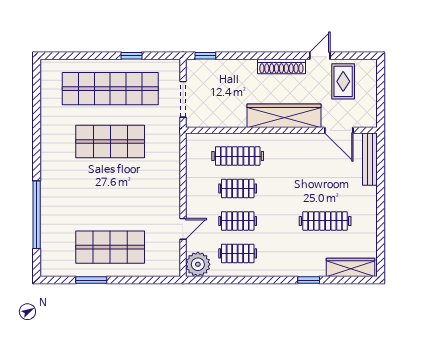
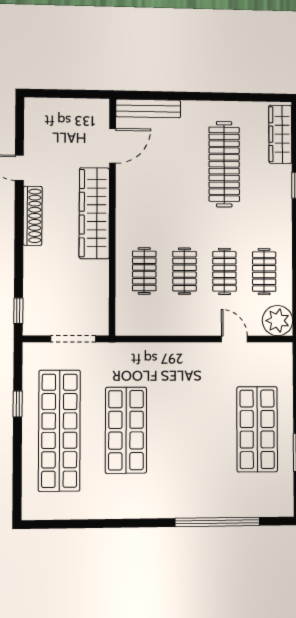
rug: (343, 81) -> (52, 140), removed
clothes rail: (238, 156) -> (144, 271), width x0.73
clothes rail: (325, 221) -> (224, 164), width x1.37, depth x1.31

